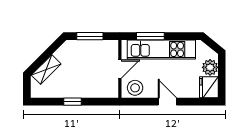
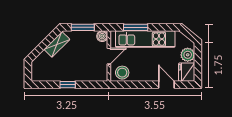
boiler: (112, 46) -> (102, 36), added
shelving: (46, 70) -> (57, 44), moved
door: (167, 102) -> (166, 85), moved

